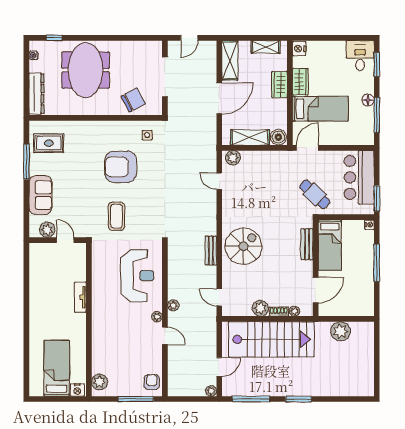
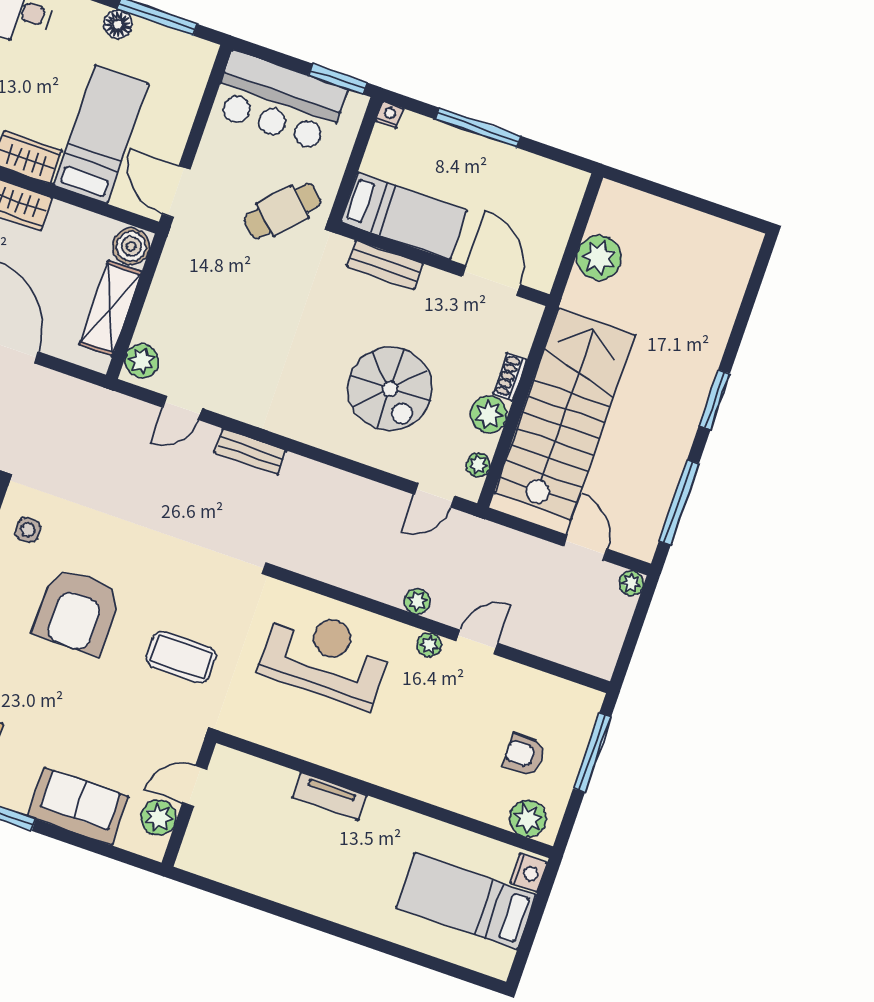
spiral stairs: (243, 246) -> (390, 389), moved, turned 180
bench: (211, 251) -> (250, 452), moved
plant: (294, 311) -> (478, 465), moved
armchair: (152, 382) -> (525, 755), moved

